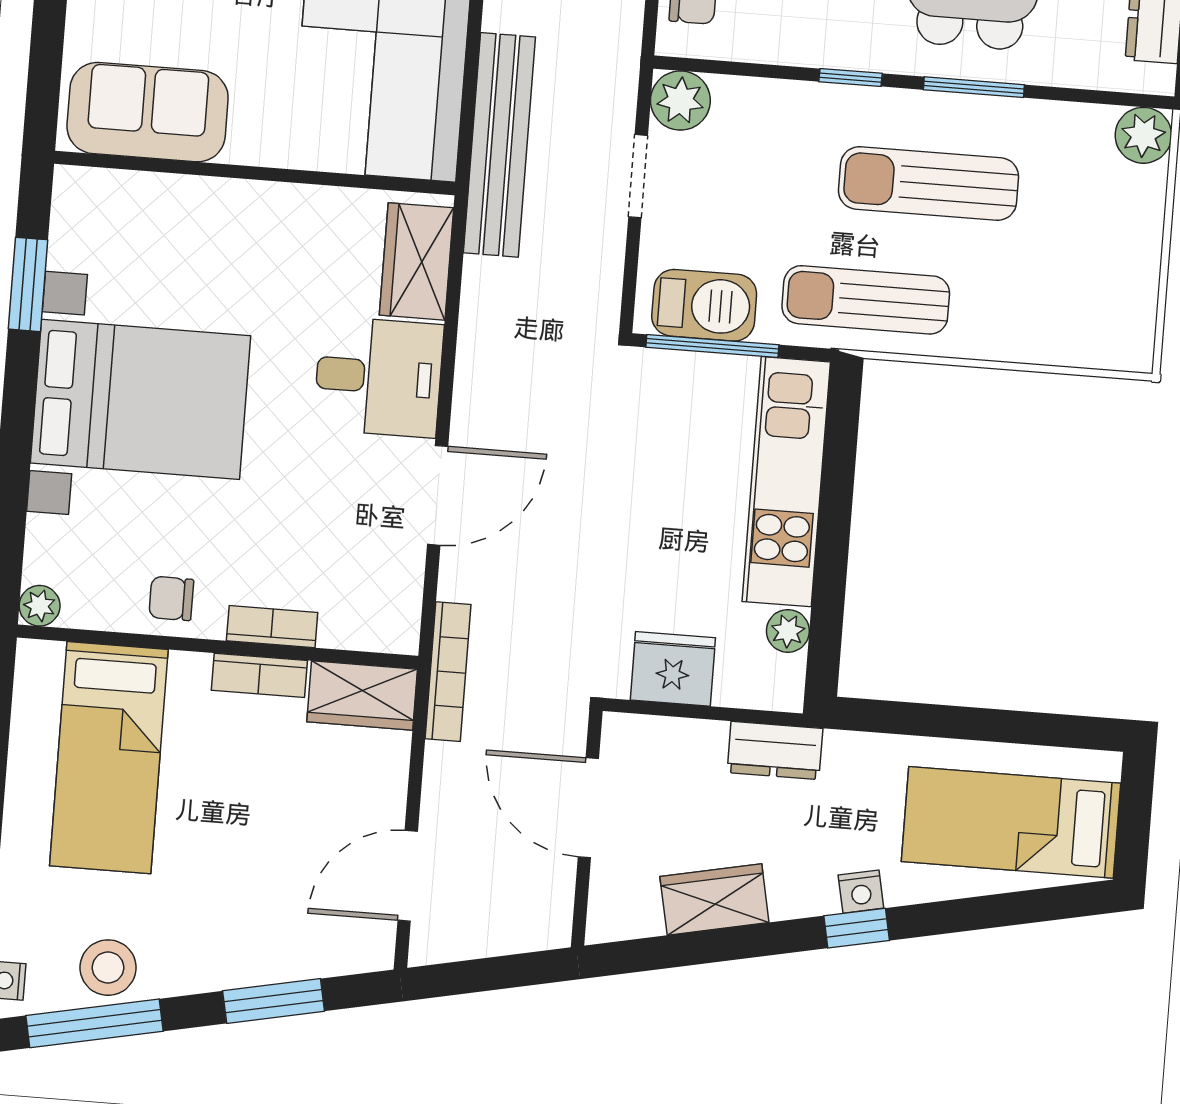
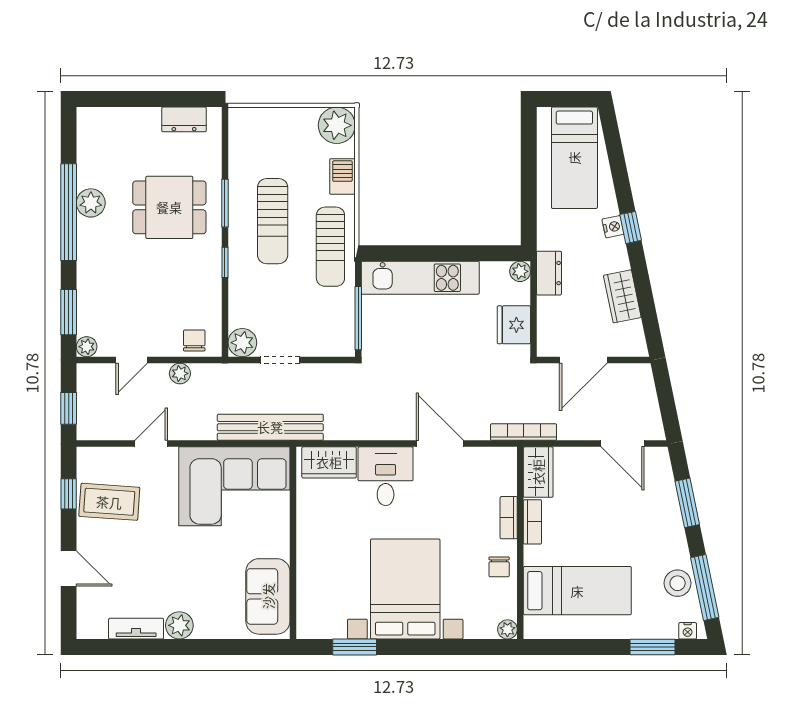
plant: (1143, 135) -> (337, 125), moved, width x1.36, depth x1.36
barbecue: (704, 305) -> (342, 176), moved, width x0.73, depth x0.79
plant: (788, 631) -> (520, 271), moved

